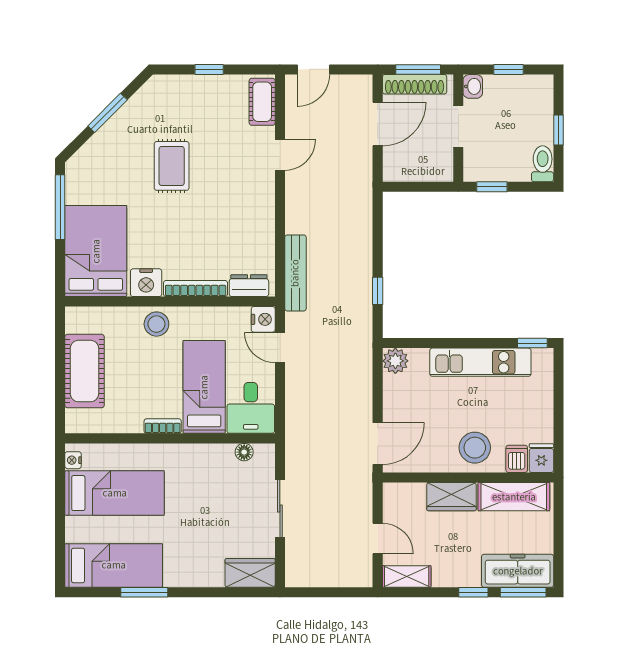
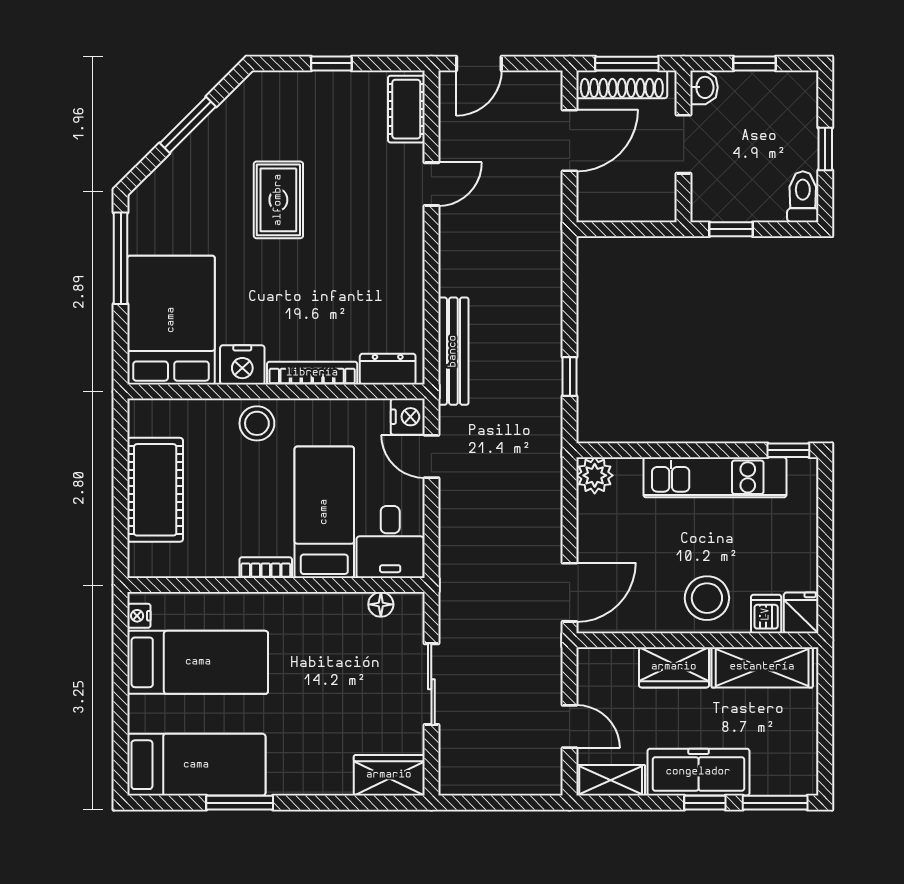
freezer: (518, 571) -> (698, 772), moved

